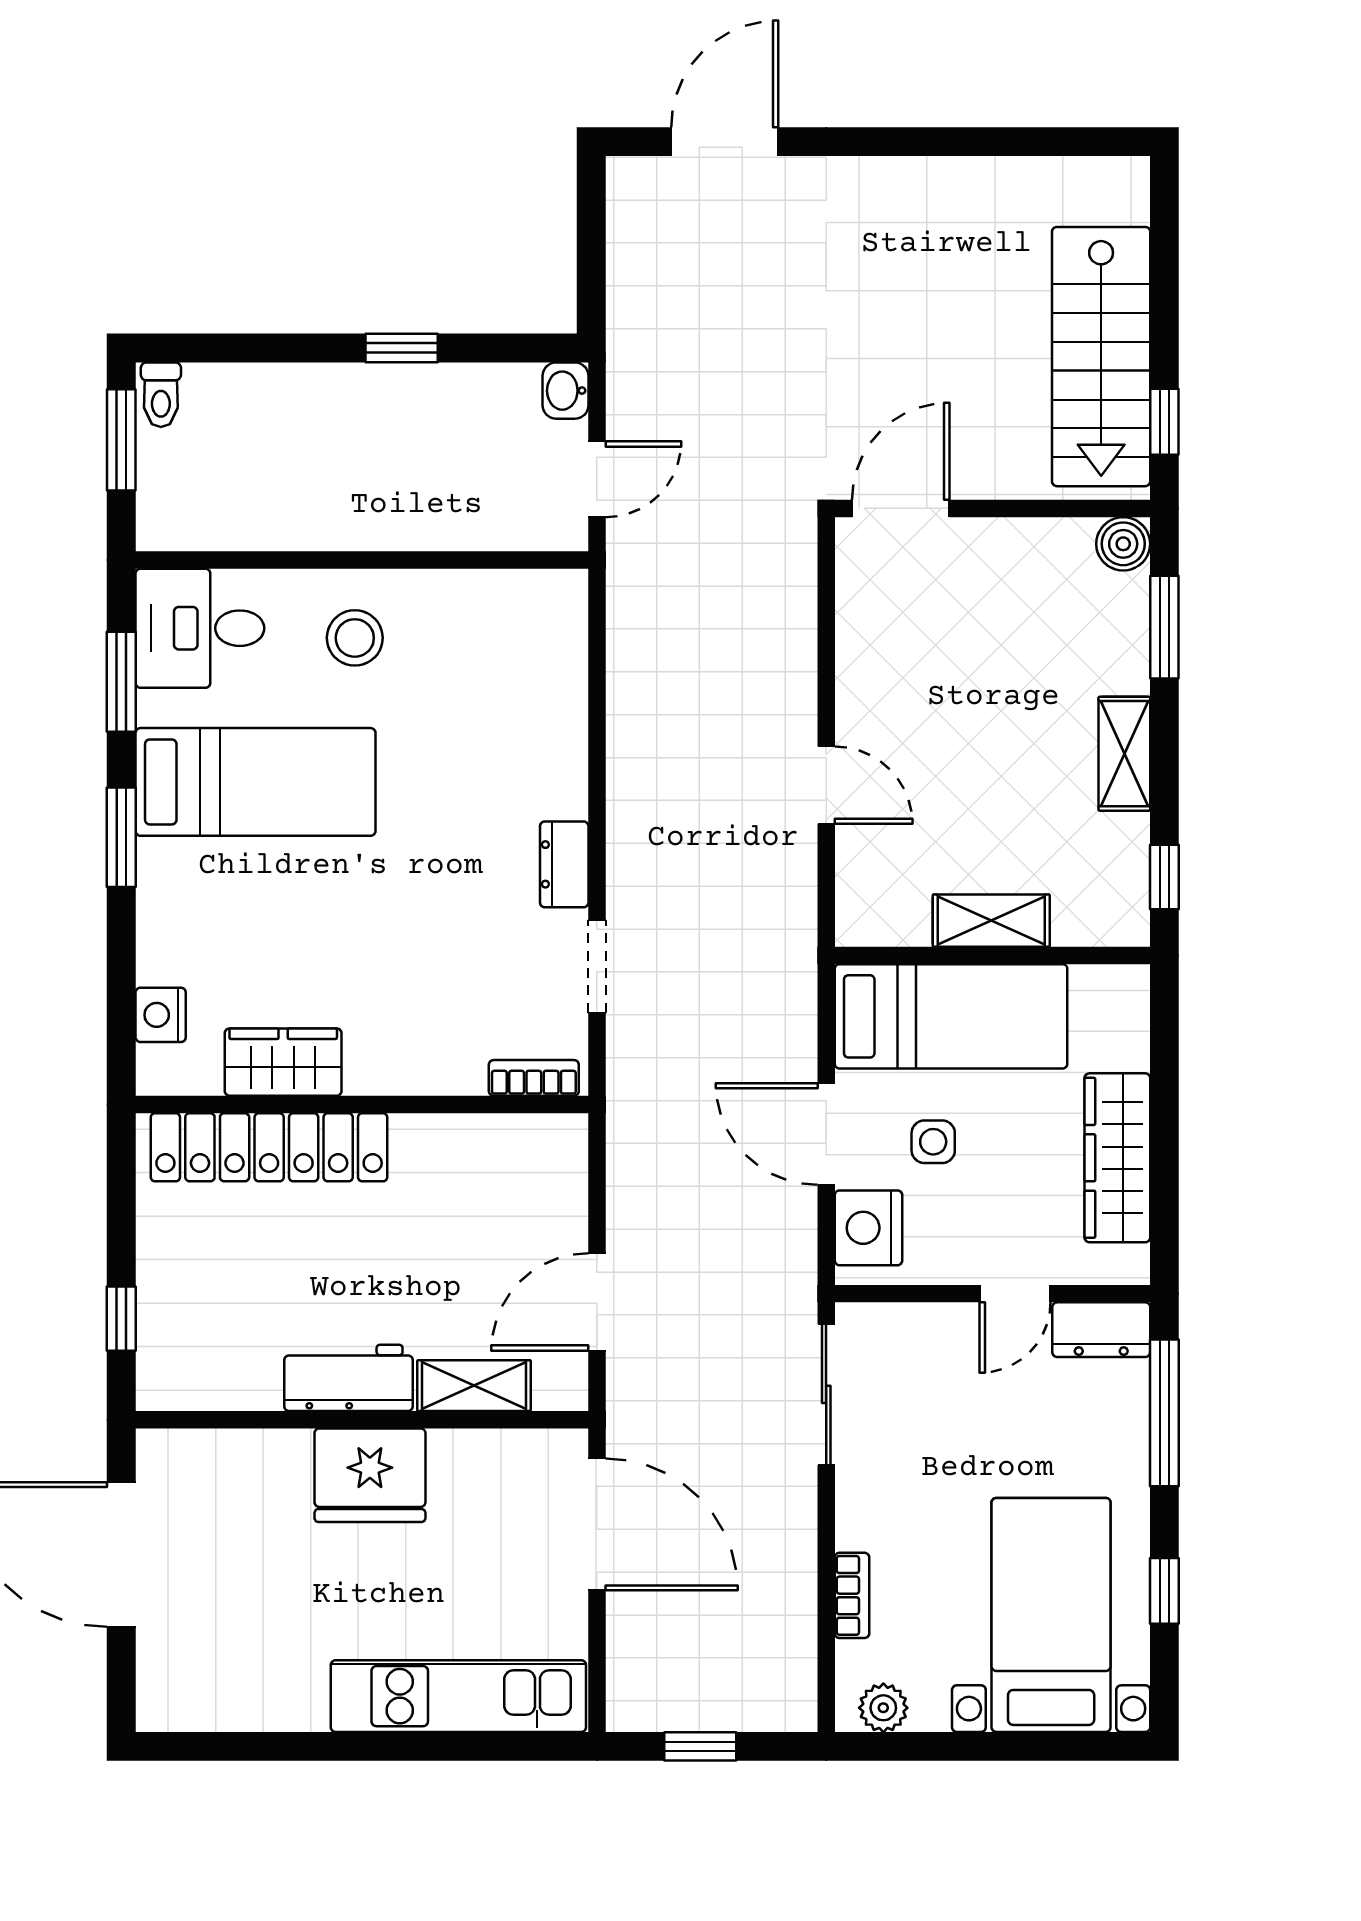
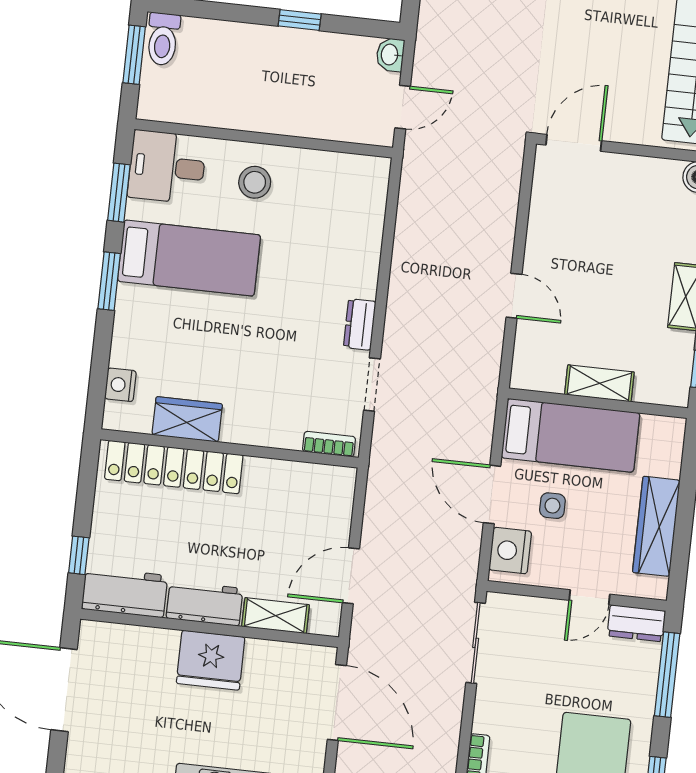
toilet: (161, 395) -> (163, 39), width x1.37, depth x1.39
workbench: (208, 1374) -> (125, 592), added

